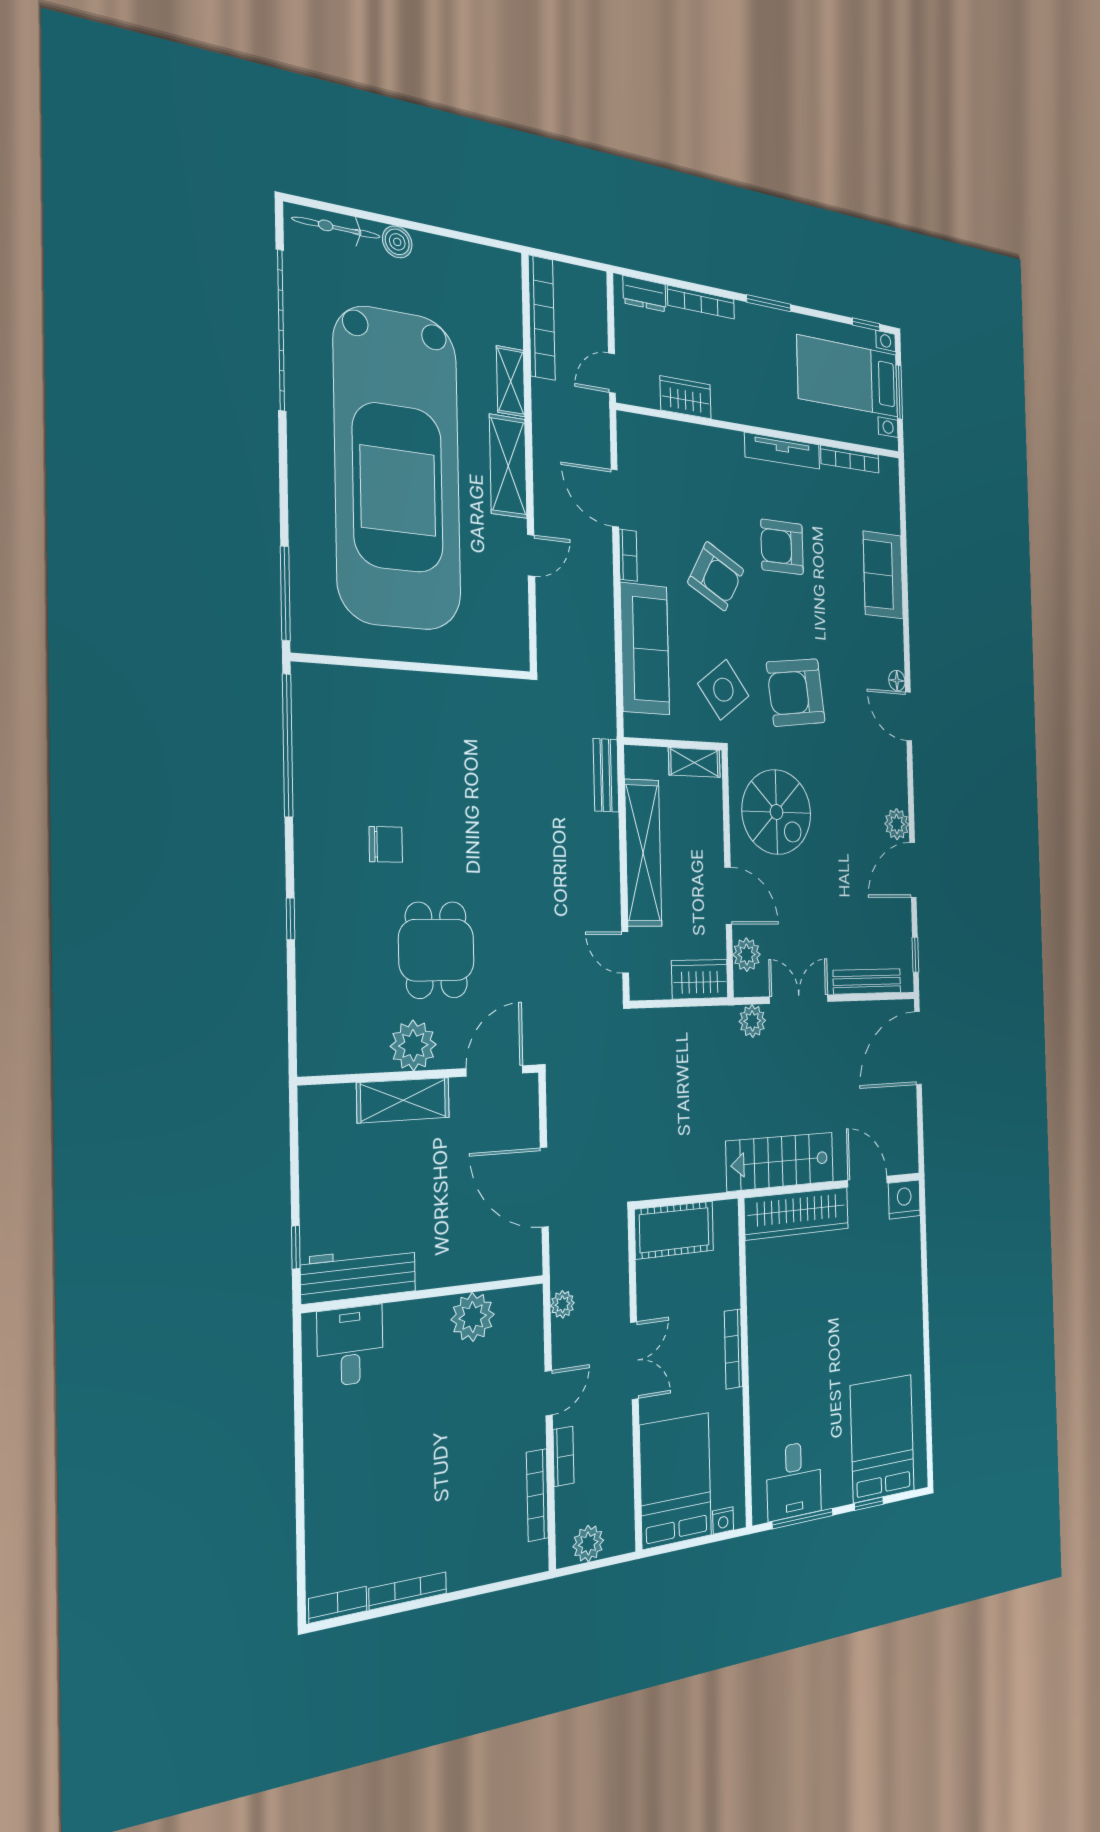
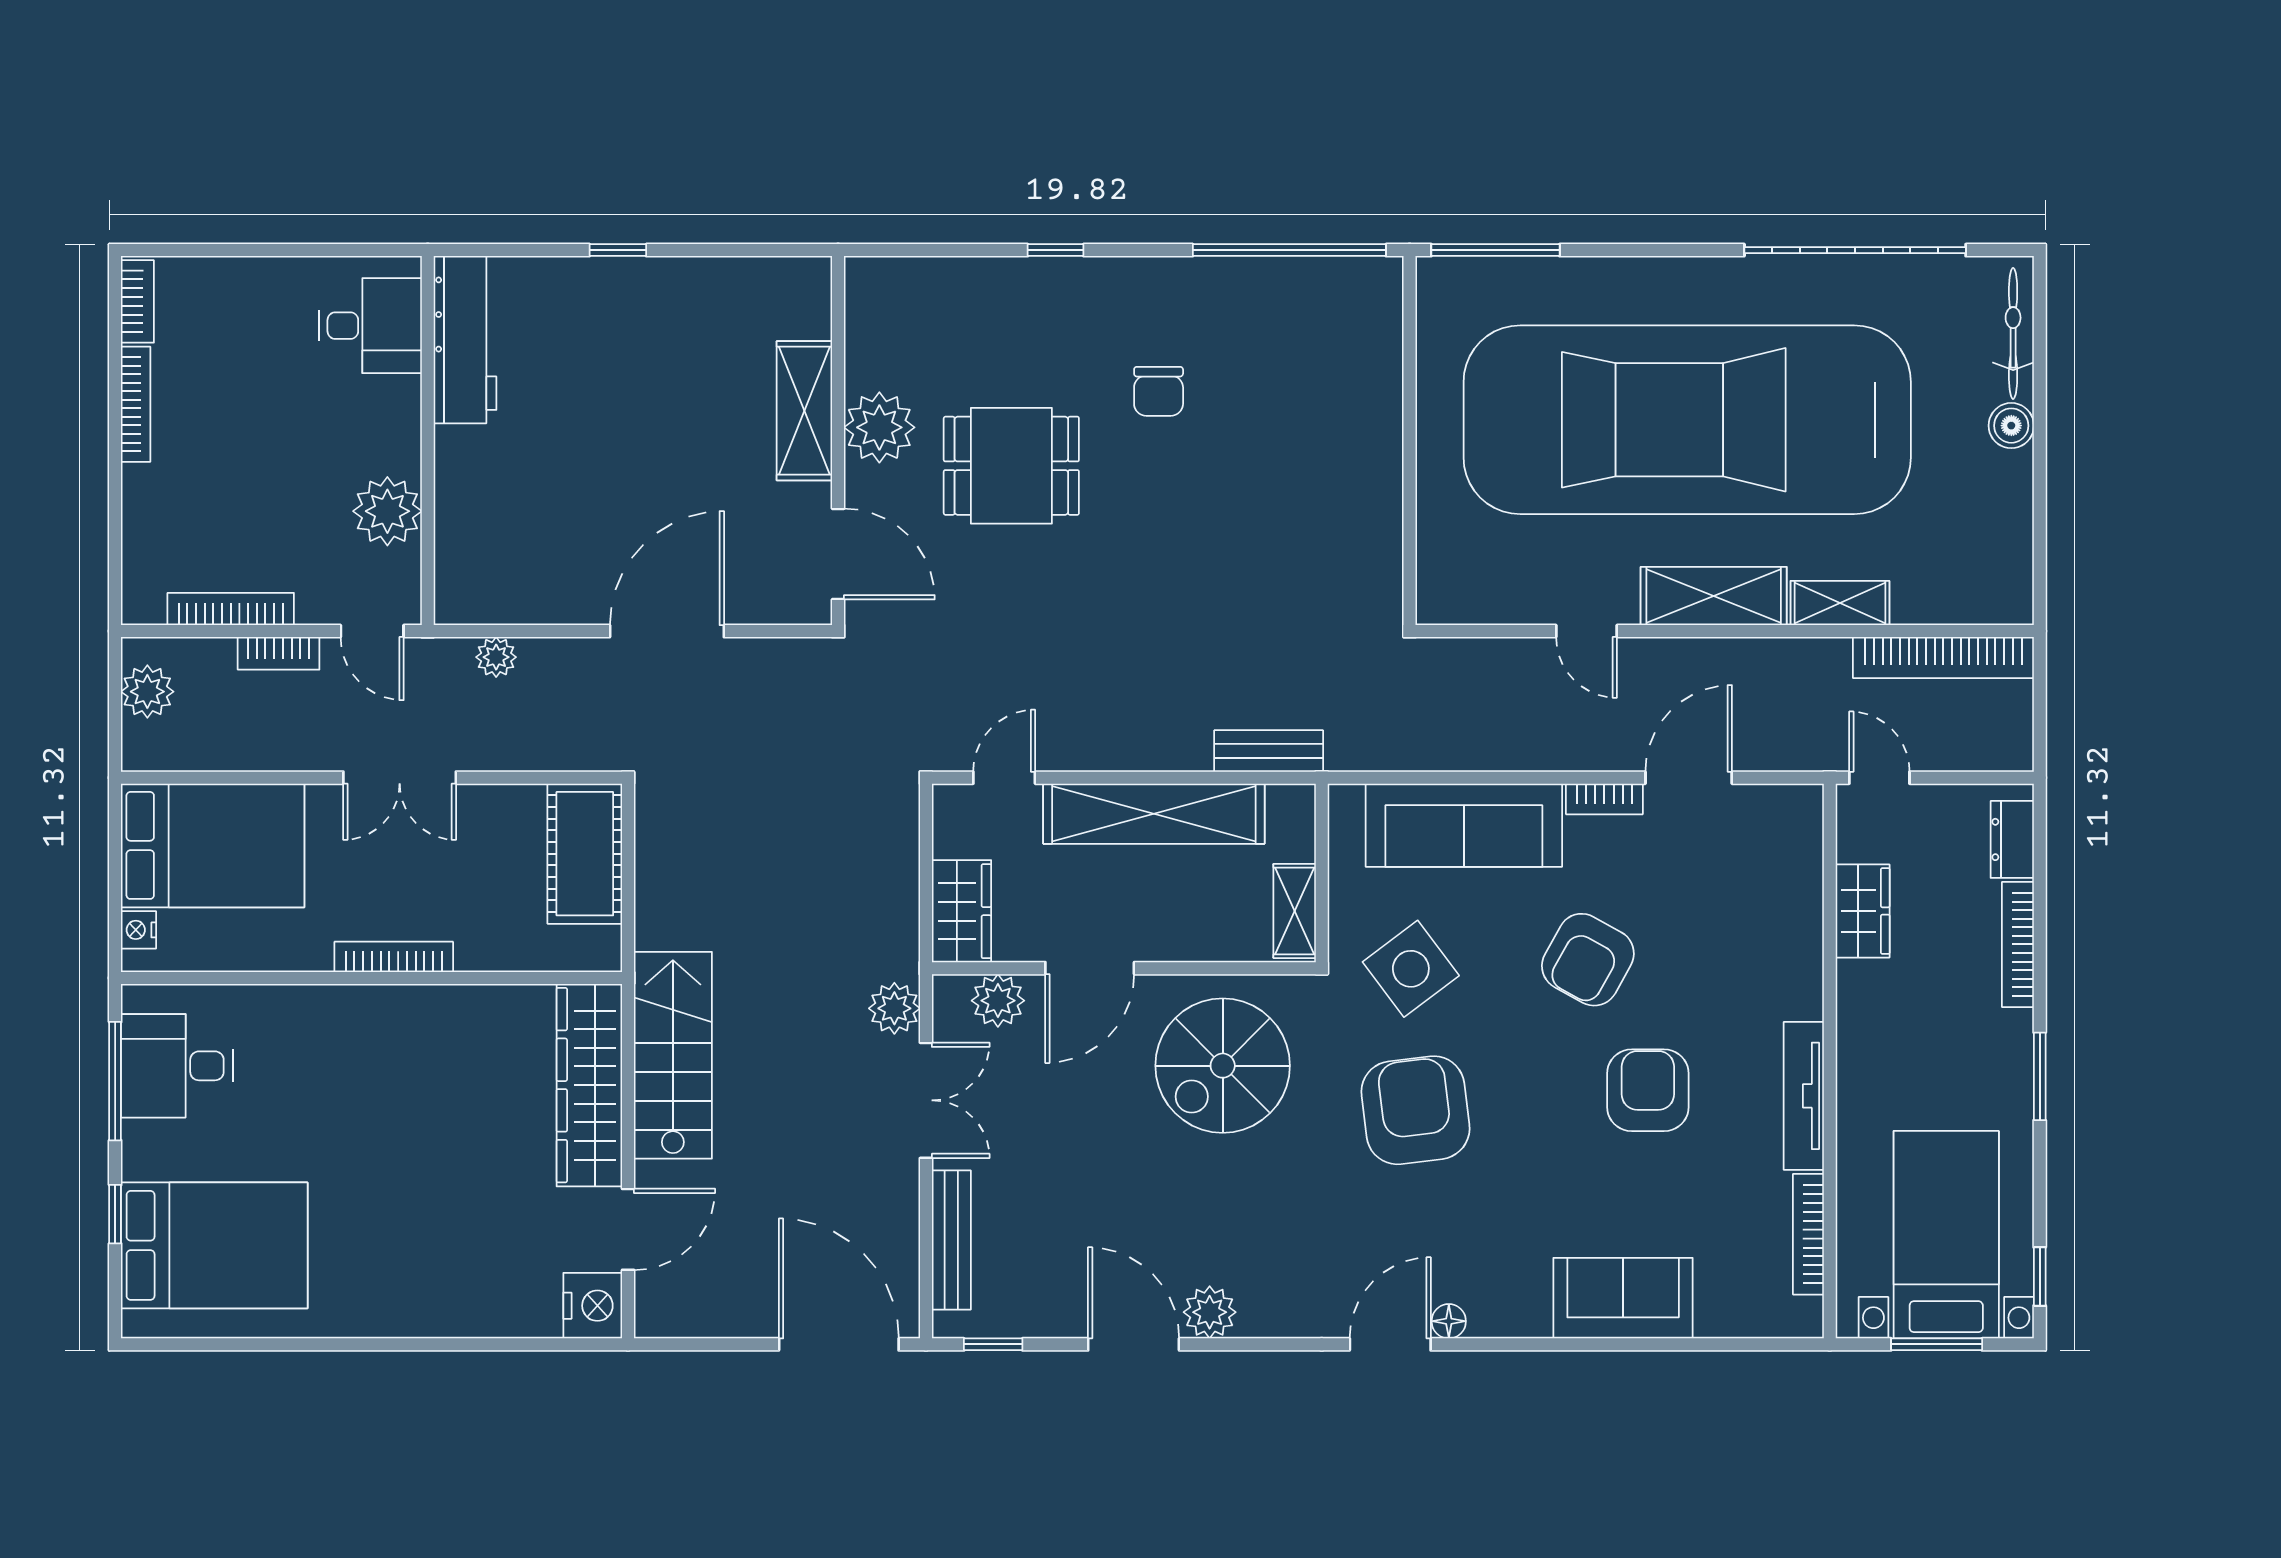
workbench: (359, 1274) -> (465, 340), moved
wall: (427, 1294) -> (428, 441), moved
plant: (473, 1317) -> (387, 511), moved
desk: (350, 1346) -> (371, 326), moved

